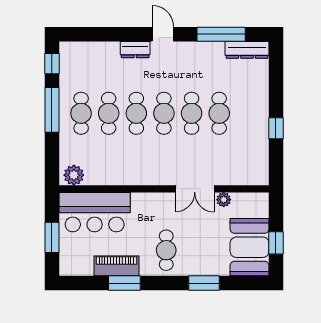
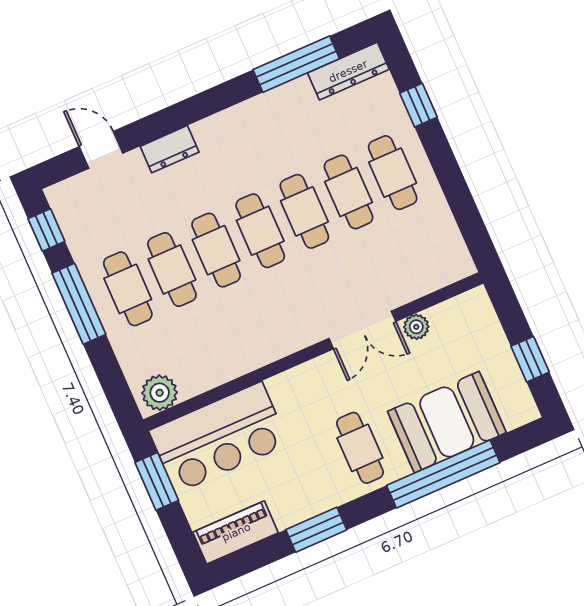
door: (163, 34) -> (101, 150), moved
cafe table: (247, 113) -> (393, 173), added
window: (276, 128) -> (419, 105), moved
window: (52, 237) -> (157, 481), moved
booth: (250, 247) -> (447, 422), moved, turned 90
piano: (116, 266) -> (236, 532), moved
window: (204, 283) -> (443, 474), width x2.11

